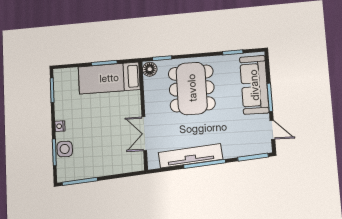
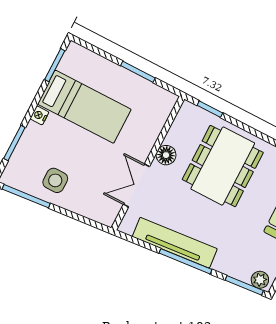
floor lamp: (150, 69) -> (166, 155), moved
bed: (109, 78) -> (84, 107), moved, turned 180
plant: (261, 147) -> (260, 280), added
side table: (65, 149) -> (55, 180), moved

